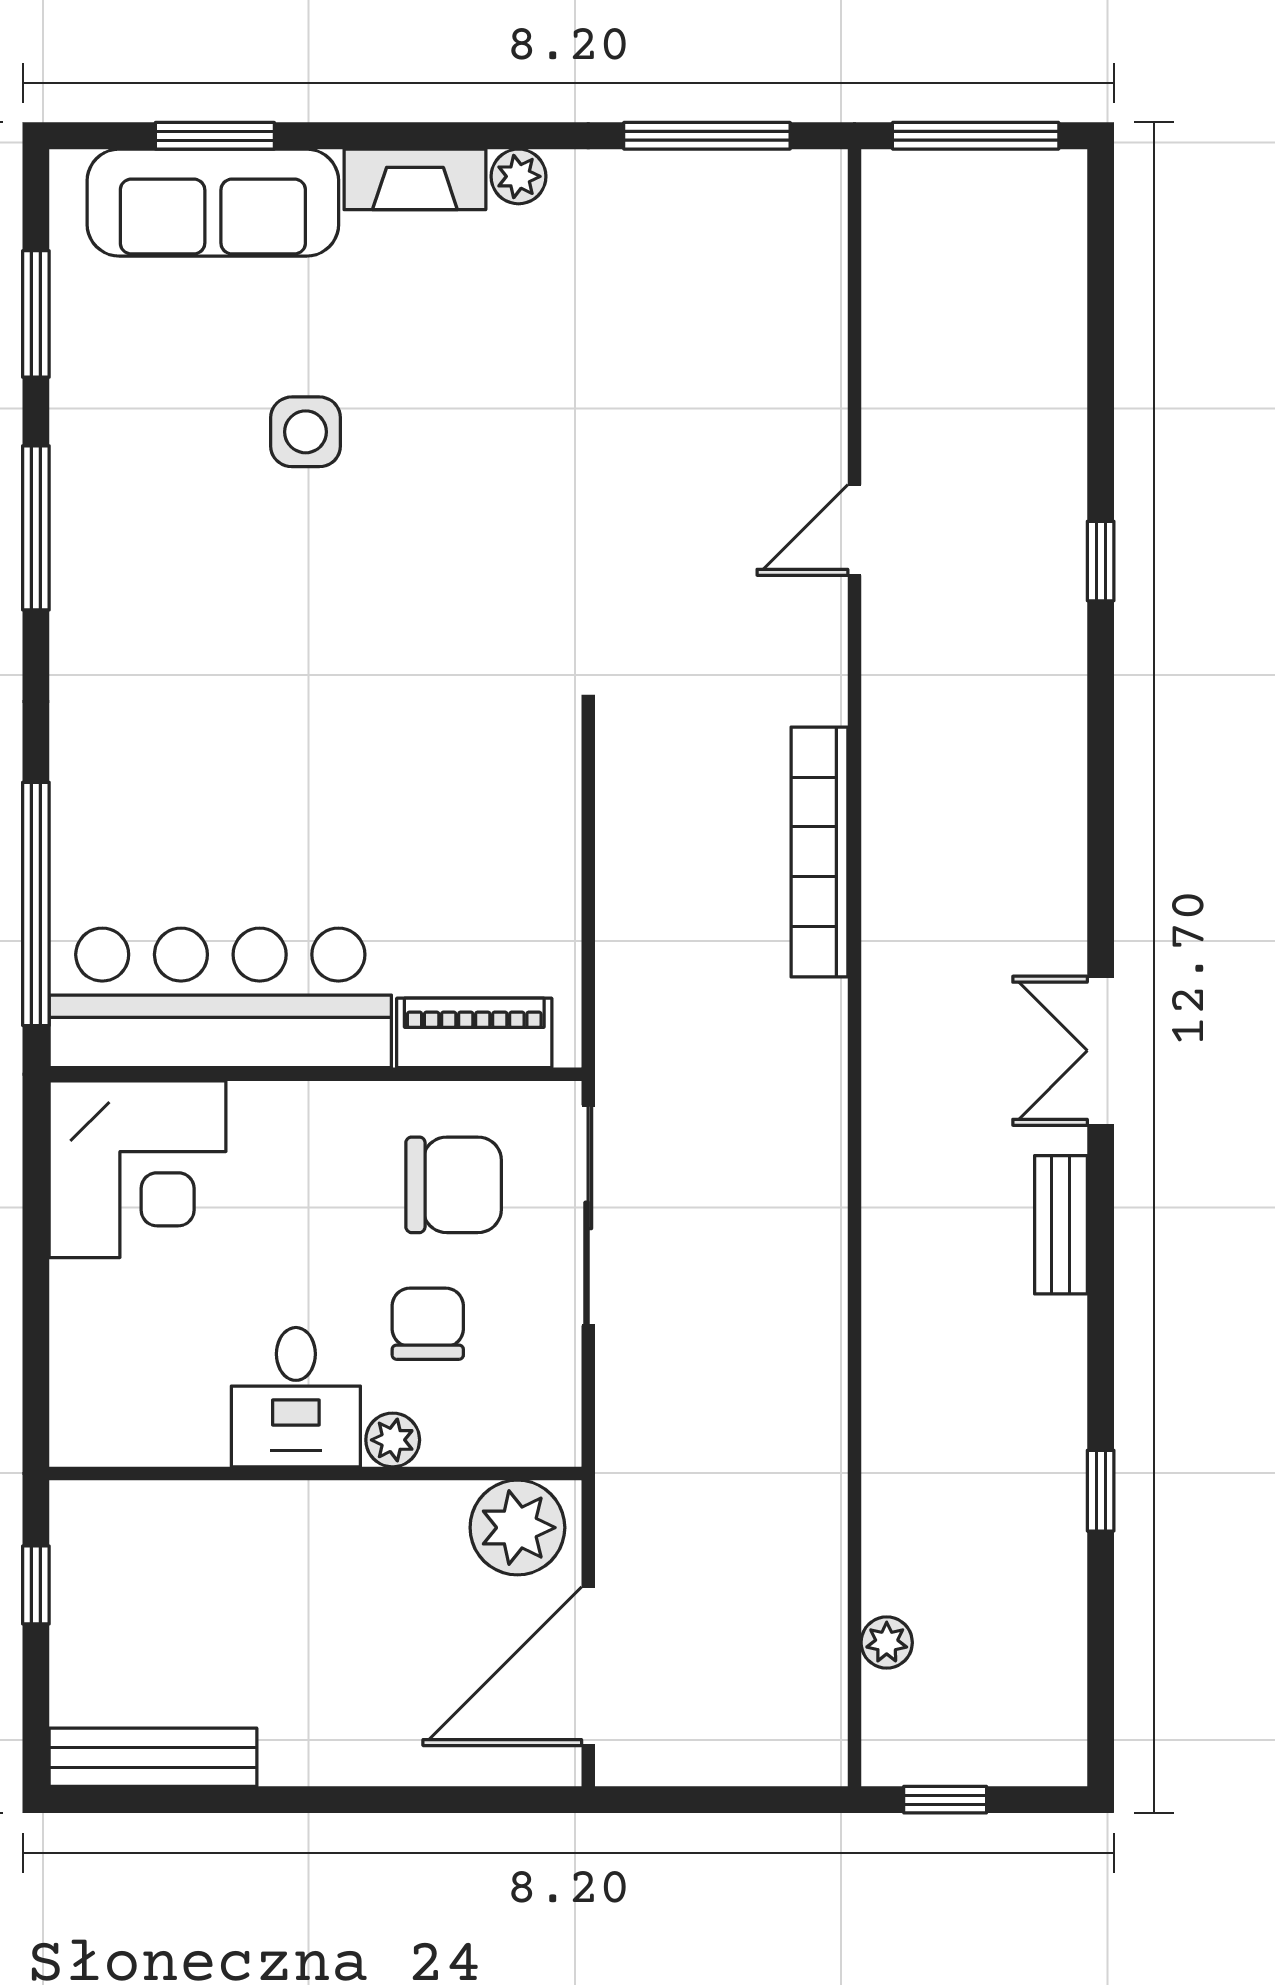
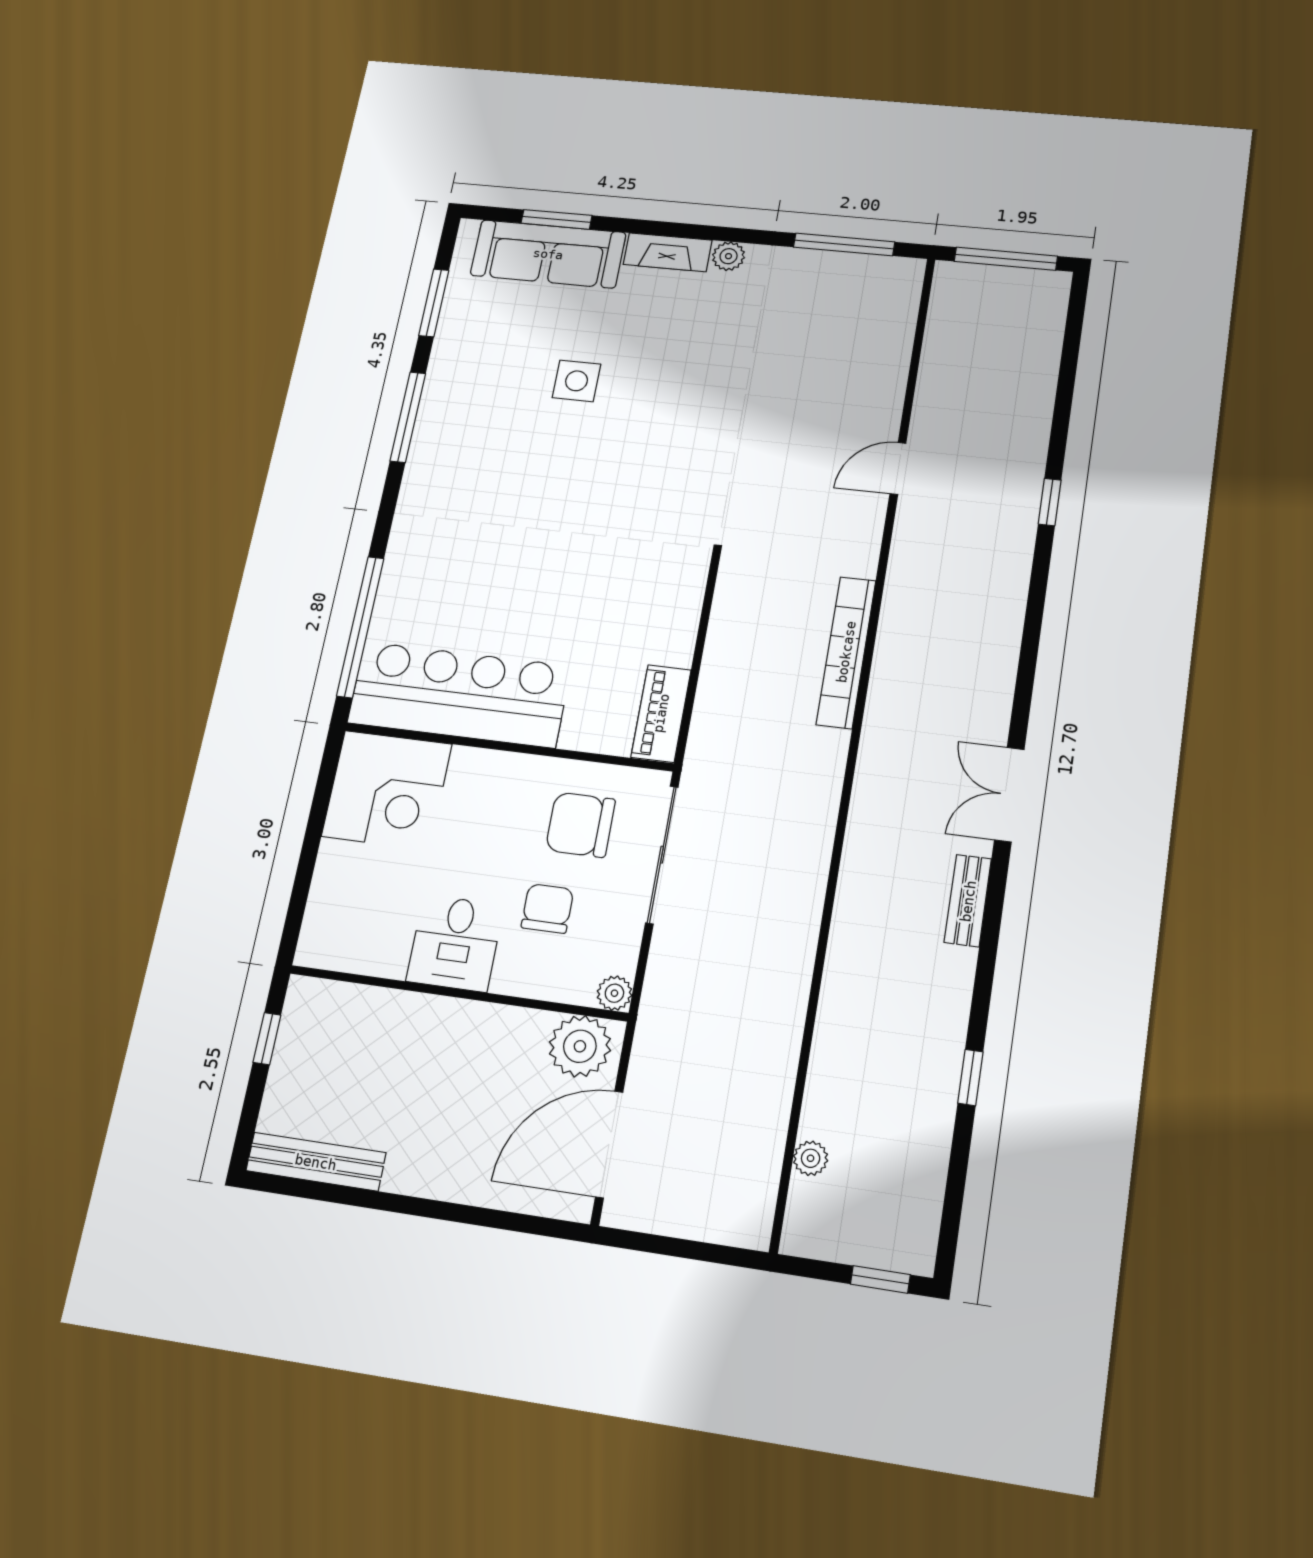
piano: (474, 1033) -> (661, 713), moved, turned -90
chair: (454, 1185) -> (580, 825), turned 180
plant: (393, 1440) -> (614, 993), moved
window: (945, 1800) -> (880, 1279), moved

